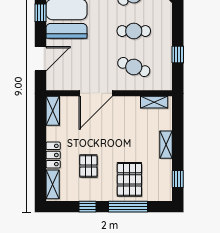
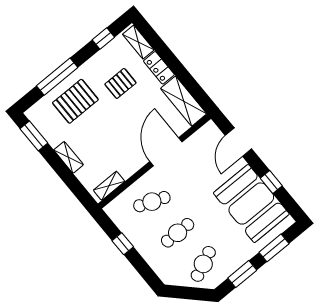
shelving: (53, 111) -> (184, 101), width x1.50, depth x1.33
pallet: (88, 166) -> (120, 83), turned 90
pallet: (129, 179) -> (75, 101), turned 90
window: (178, 179) -> (34, 136), width x1.50
window: (88, 207) -> (103, 39), moved

